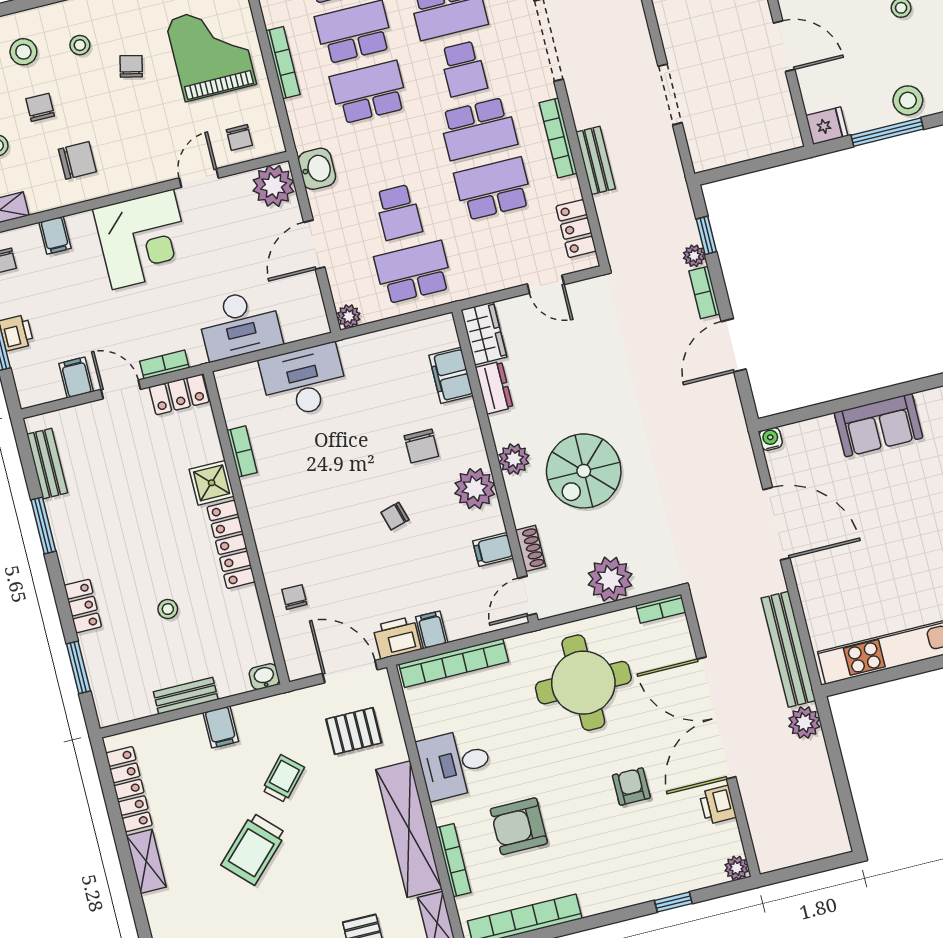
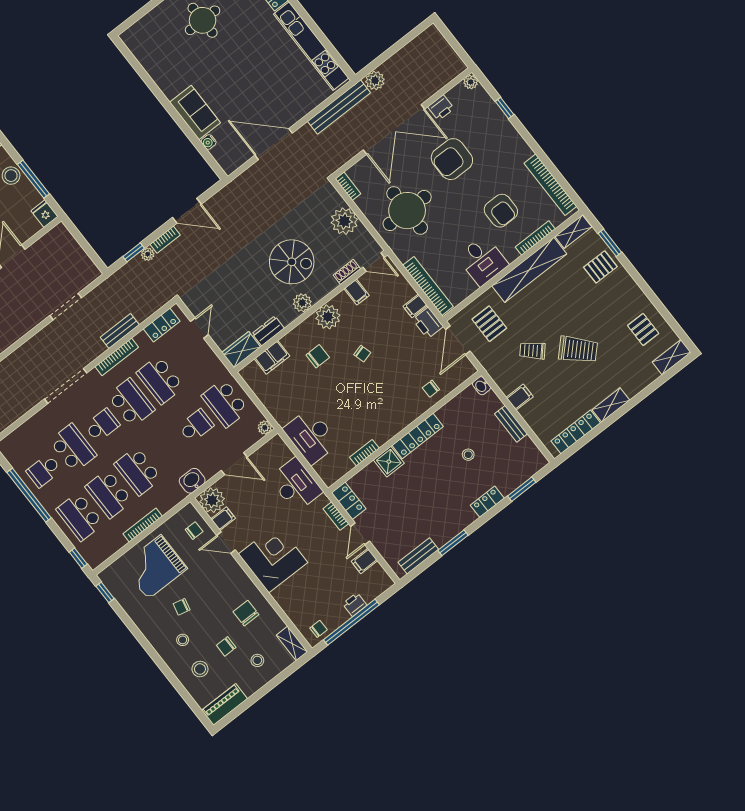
filing cabinet: (55, 235) -> (223, 519), moved
water cooler: (771, 439) -> (209, 142), moved
door: (776, 524) -> (274, 144), hinge flipped
armchair: (631, 786) -> (452, 159), width x1.88, depth x1.88

